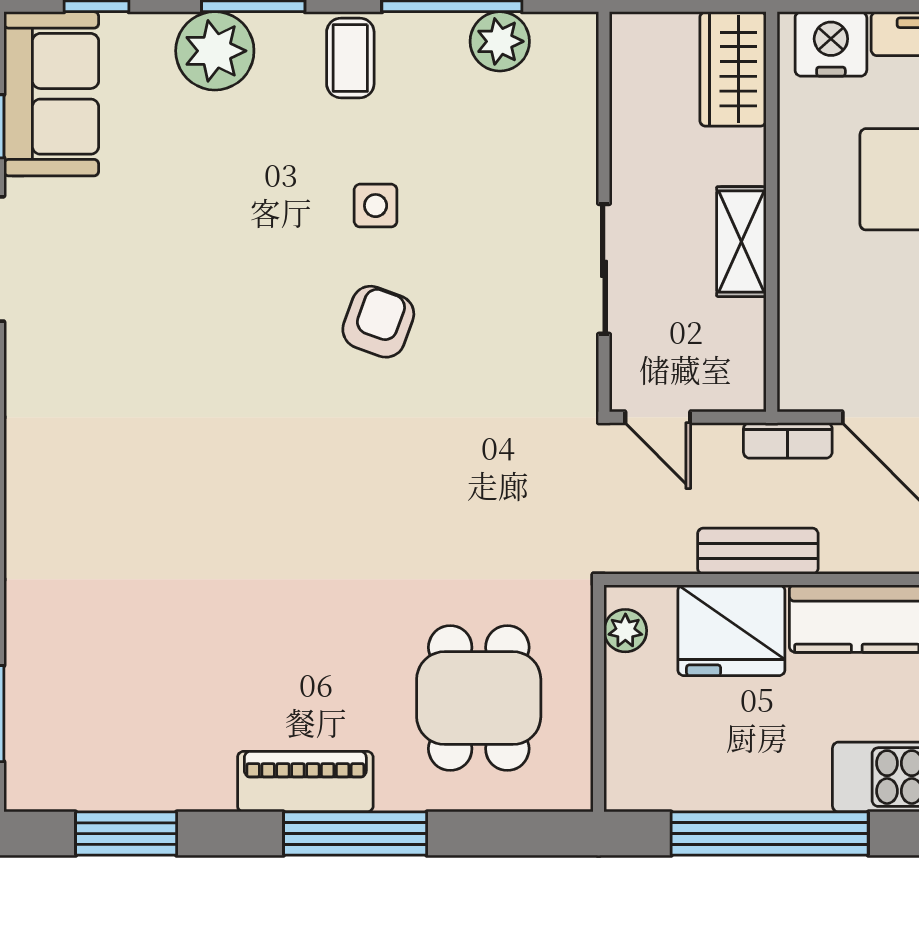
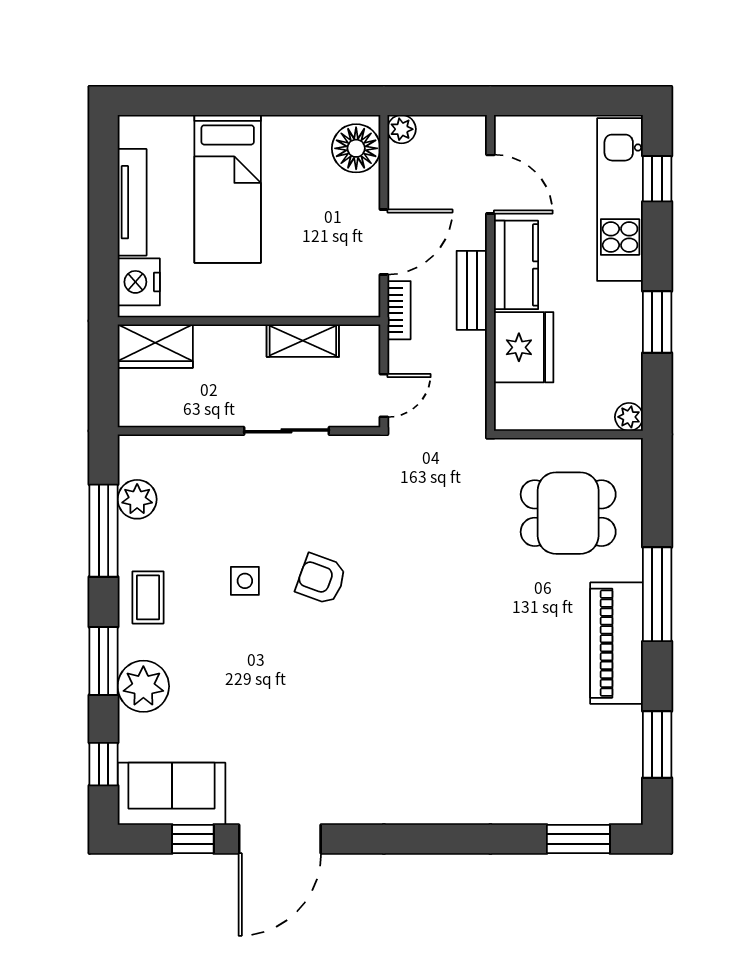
coffee table: (350, 58) -> (148, 597), turned 90
shelving: (741, 242) -> (303, 341), moved
bench: (758, 551) -> (472, 290), moved
plant: (625, 631) -> (629, 417), moved
piano: (305, 782) -> (617, 643), width x1.37, depth x1.33
window: (770, 834) -> (657, 322), width x0.47

